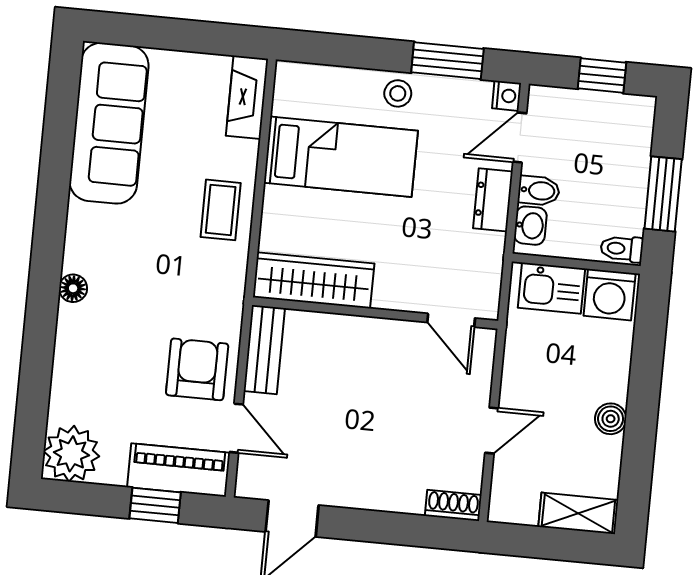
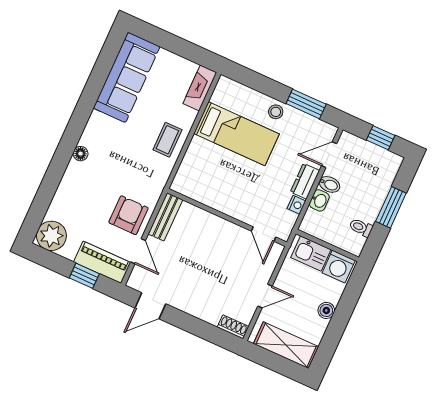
nightstand: (507, 96) -> (296, 205), moved
wall: (576, 264) -> (327, 245), moved
wardrobe: (314, 280) -> (202, 191), removed
kitchen sink: (551, 288) -> (311, 253), moved
washing machine: (610, 295) -> (339, 267), moved
shelving: (578, 513) -> (286, 345), width x1.50, depth x1.33

